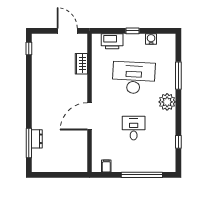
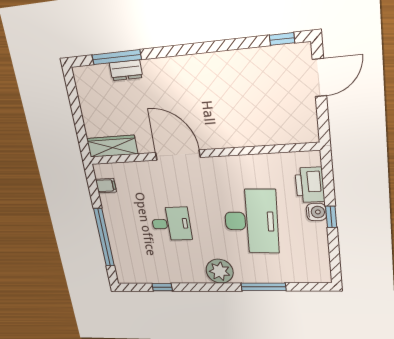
door: (67, 31) -> (320, 78), moved
water cooler: (151, 39) -> (316, 212), moved
wardrobe: (81, 64) -> (112, 146), moved, width x1.50

